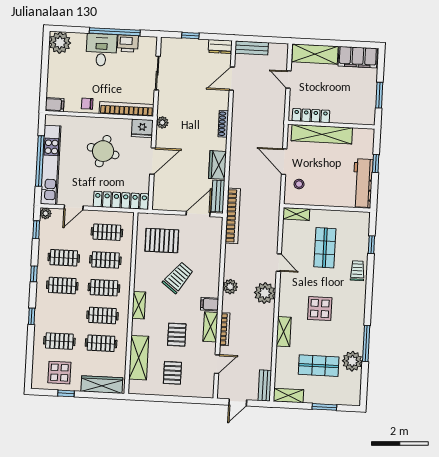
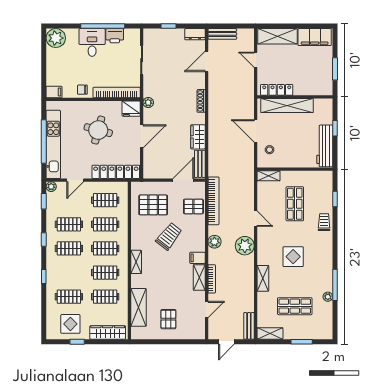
bookcase: (233, 216) -> (213, 201), moved
pallet: (177, 335) -> (193, 206), moved, turned 90
plant: (352, 361) -> (328, 297), width x0.53, depth x0.53

